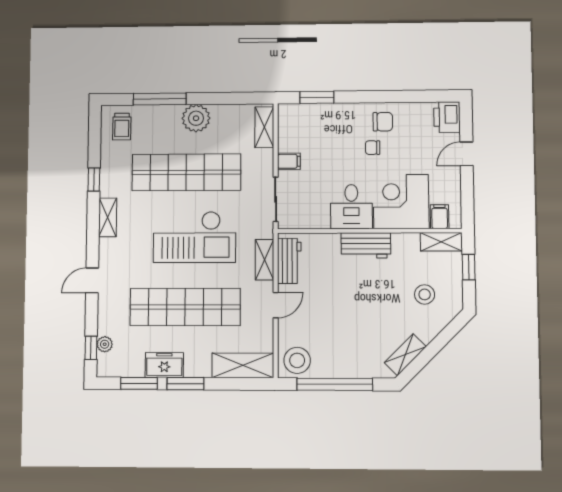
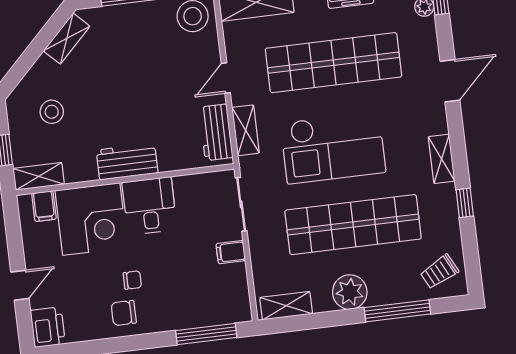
window: (317, 97) -> (206, 334), width x1.44
trolley: (122, 127) -> (439, 272), turned -117
shelving: (264, 127) -> (286, 306), moved, turned 90
checkout: (194, 237) -> (333, 148), turned 180
door: (92, 280) -> (450, 81), width x1.38

